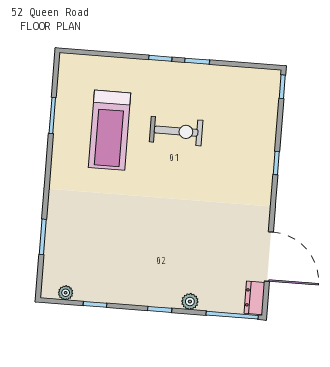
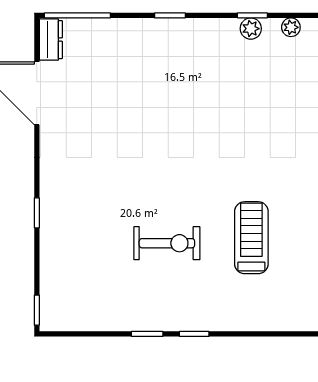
treadmill: (110, 130) -> (251, 238), width x0.73, depth x0.73
exercise bike: (176, 131) -> (167, 243), turned 180
plant: (190, 302) -> (251, 29), moved

